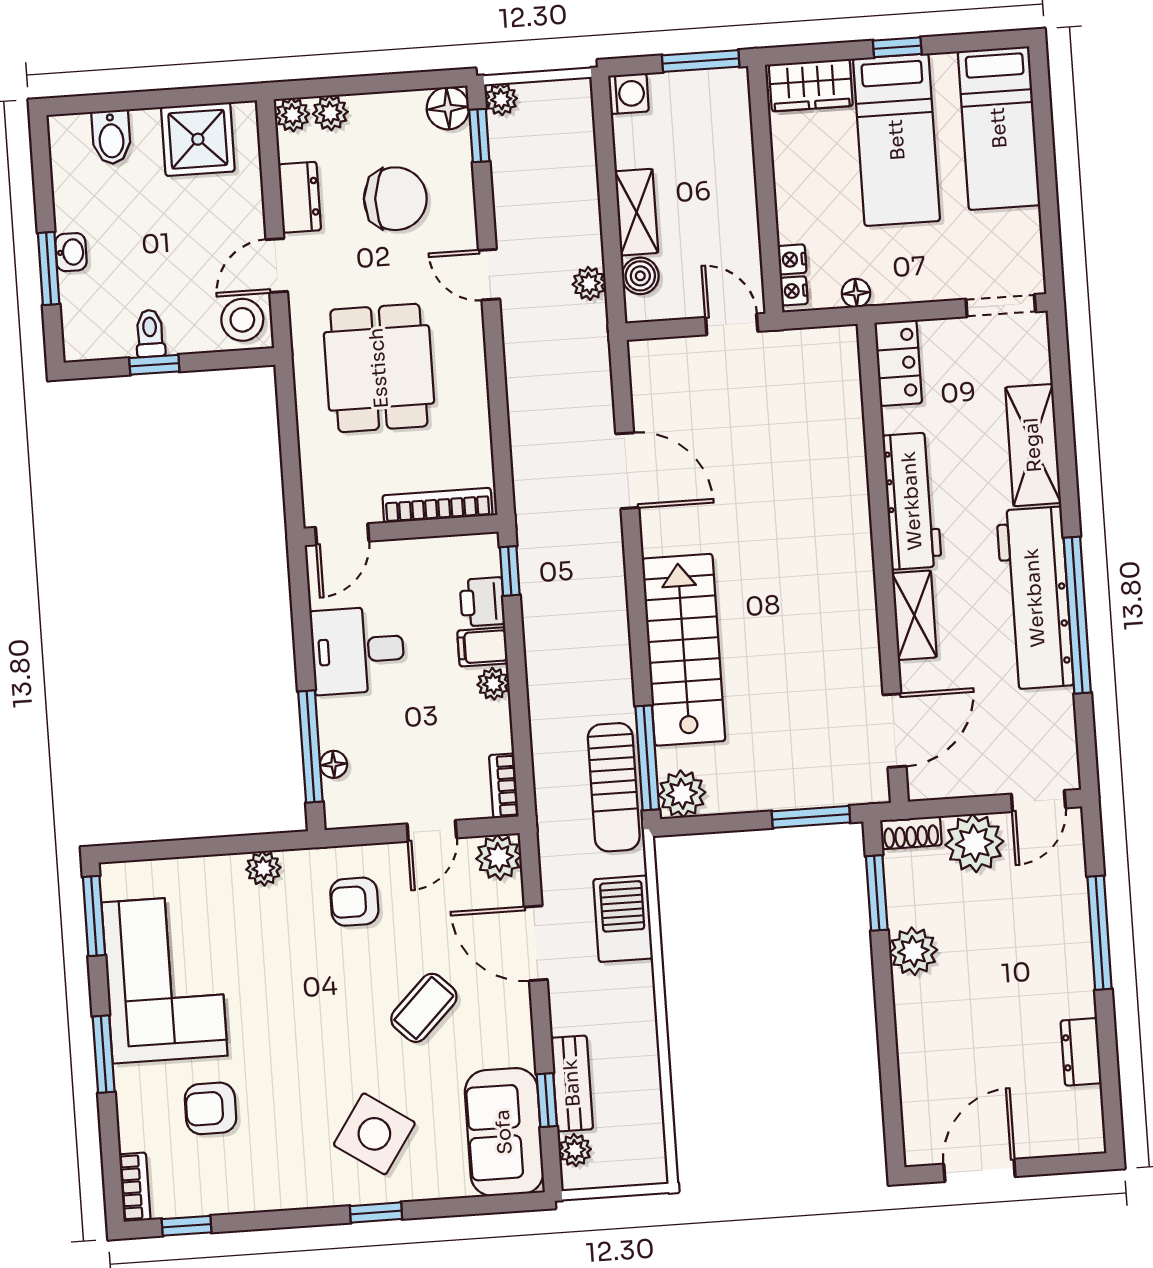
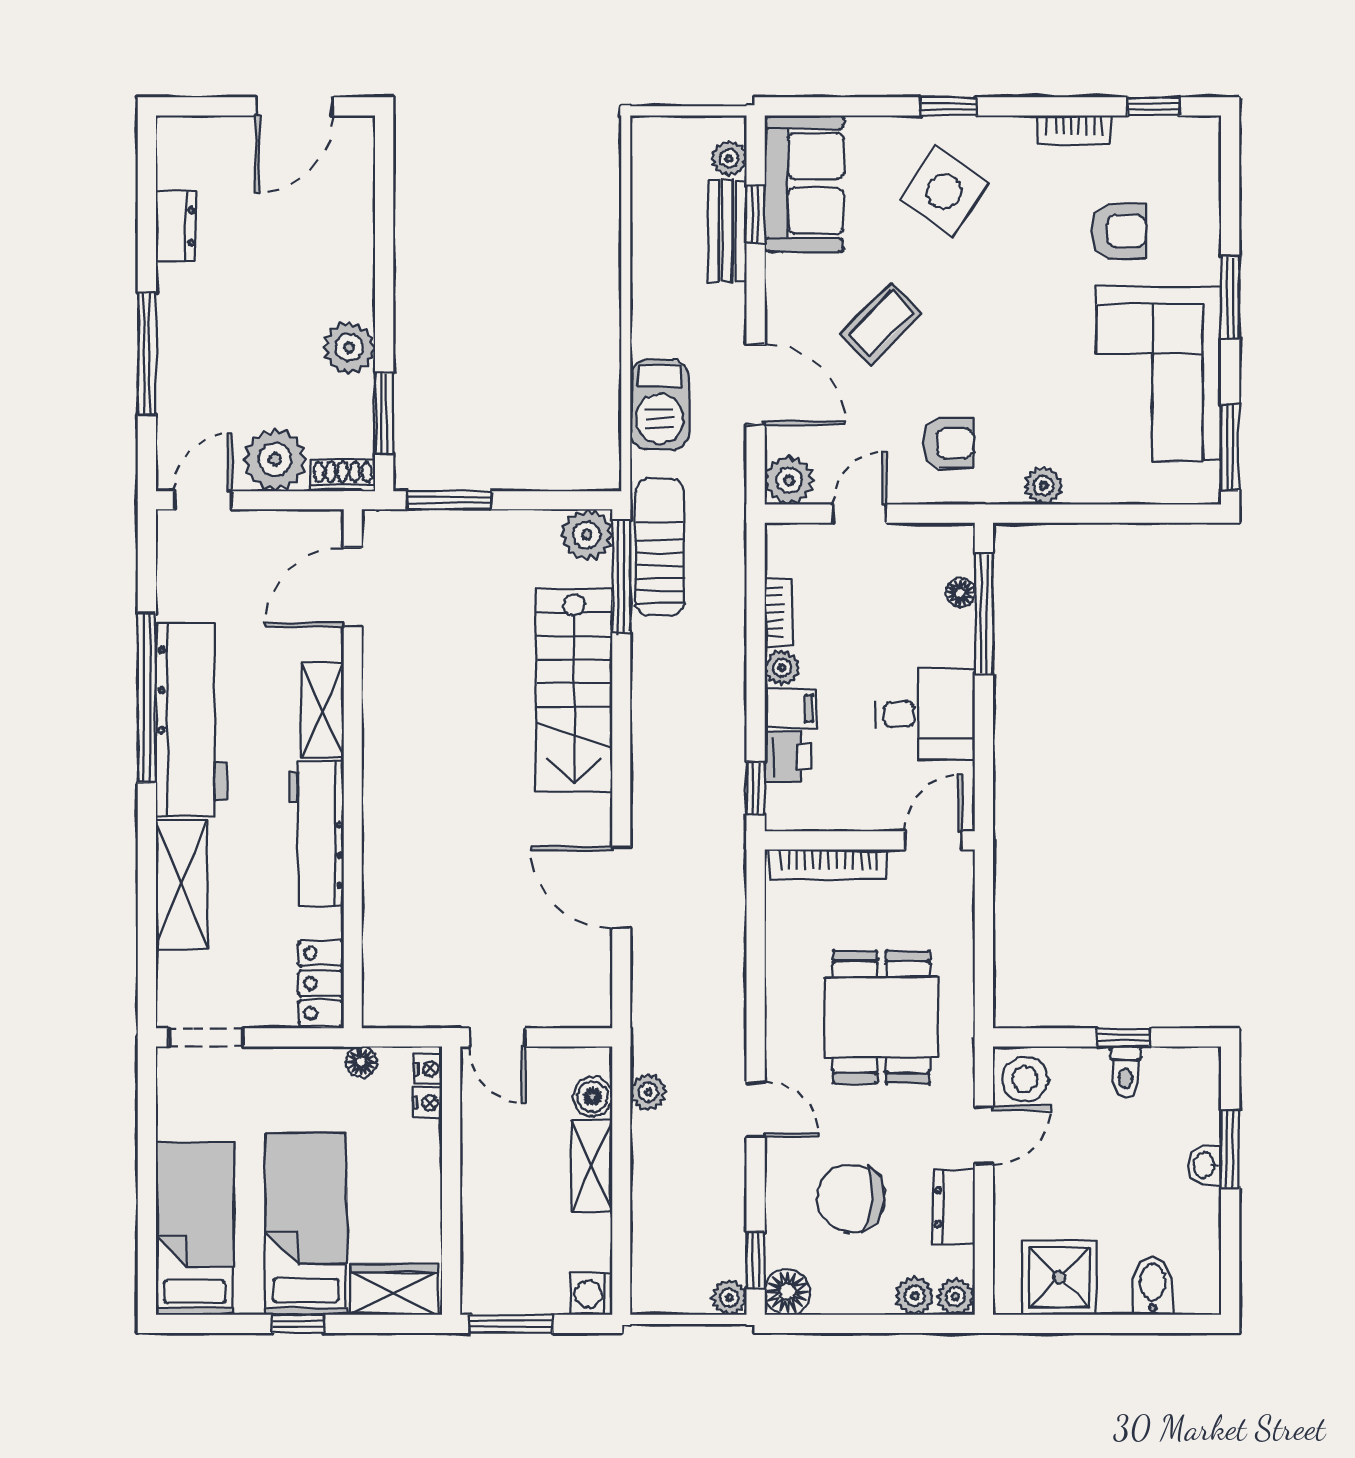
bookcase: (504, 786) -> (778, 613), moved
bookcase: (135, 1187) -> (1075, 130), moved, turned -90

